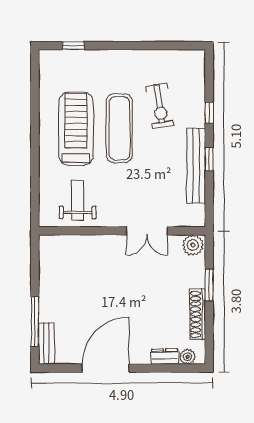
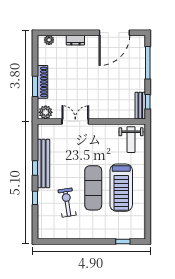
weight bench: (78, 200) -> (131, 140), moved
window: (35, 261) -> (148, 102), added
shoe rack: (197, 314) -> (43, 82), moved
bench: (47, 344) -> (140, 106), moved
dresser: (164, 357) -> (75, 40), moved
door: (105, 368) -> (114, 33), moved

